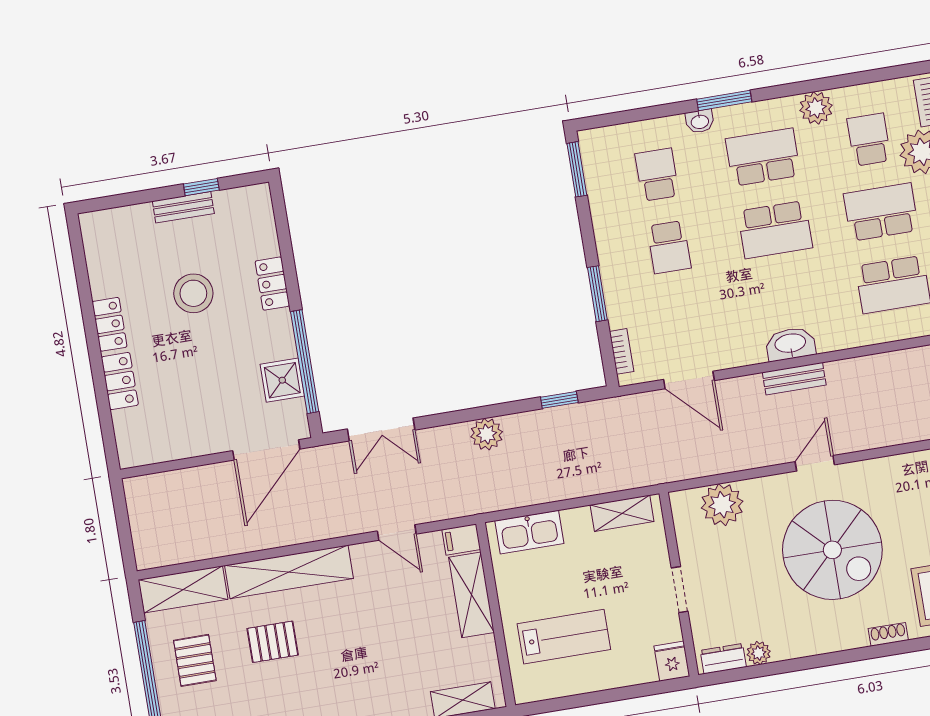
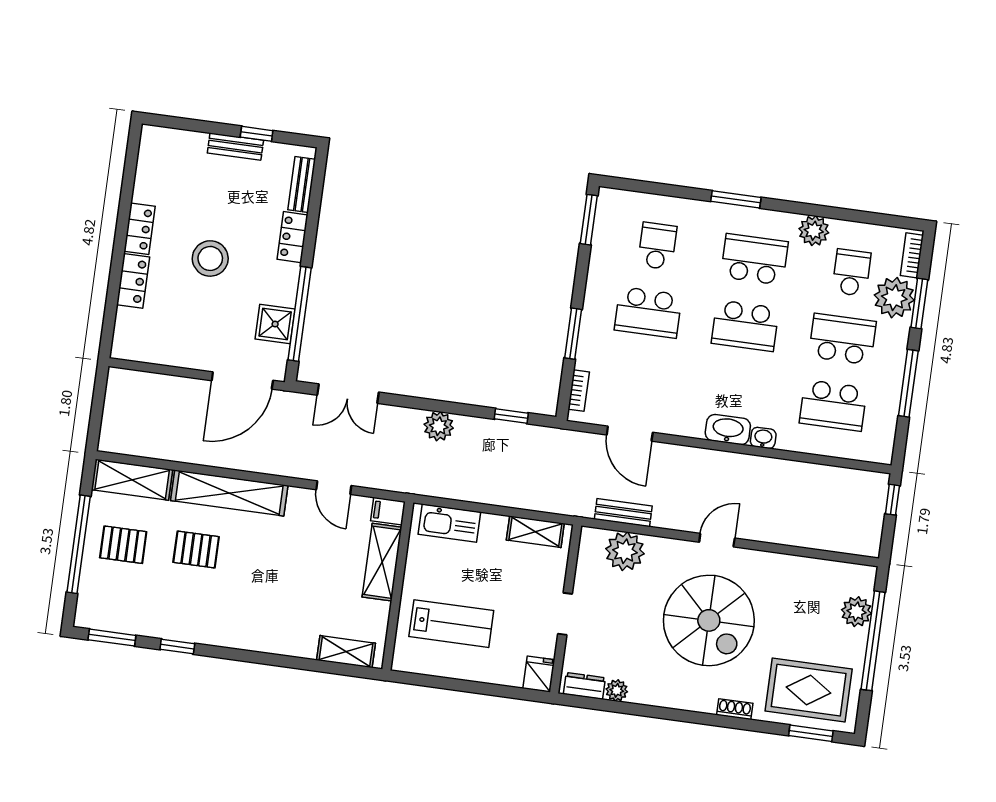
washbasin: (700, 121) -> (763, 438), moved, turned 180
bench: (265, 226) -> (302, 185), added
school desk: (669, 247) -> (648, 312), width x1.85
stool: (193, 293) -> (210, 258), moved
bench: (794, 379) -> (623, 513), moved
pallet: (195, 660) -> (123, 545), turned 90

